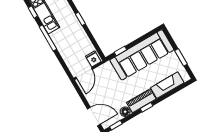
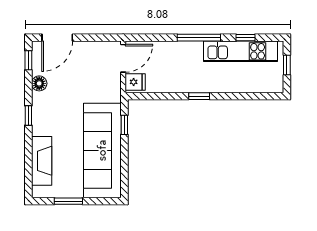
door: (84, 73) -> (123, 58), swing flipped
piano: (141, 101) -> (41, 114), removed

